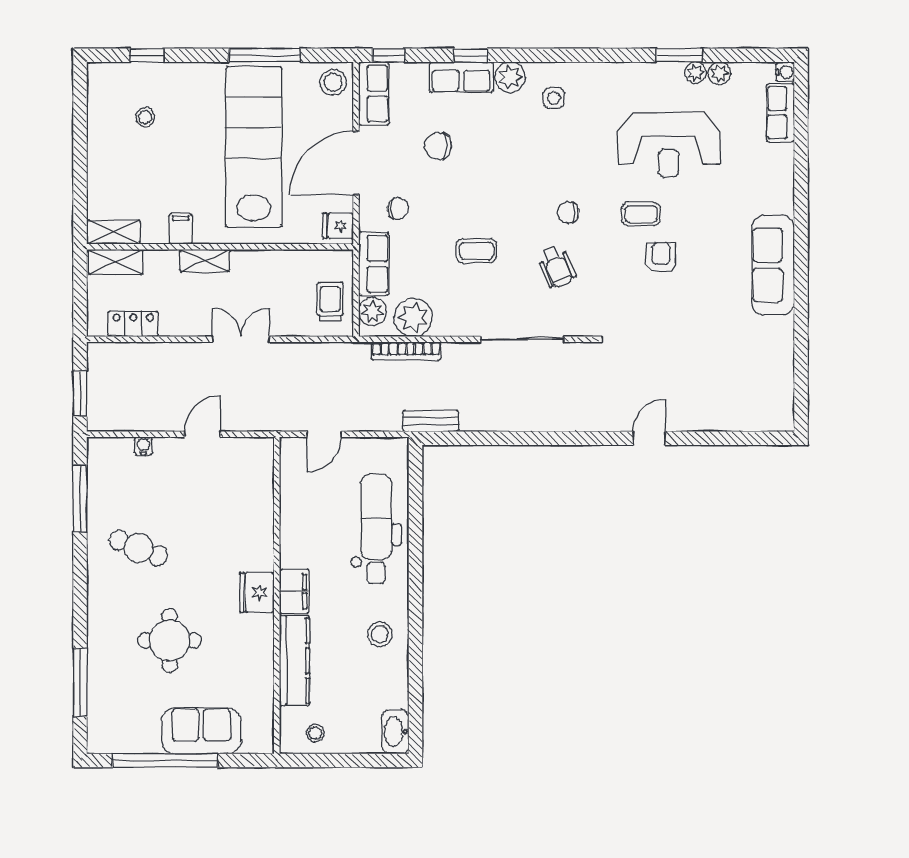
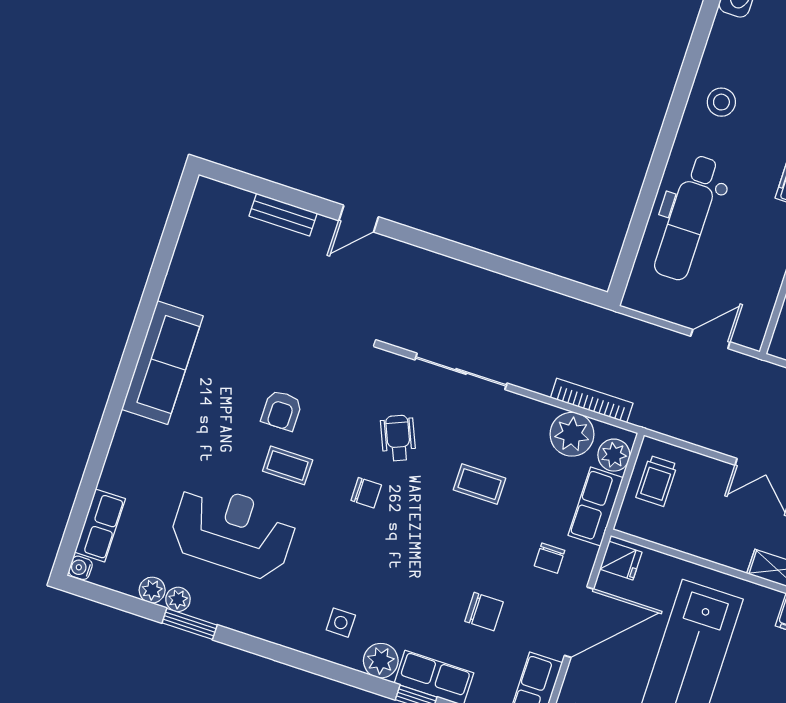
chair: (398, 208) -> (550, 558), turned -90
bench: (431, 421) -> (283, 215), moved

